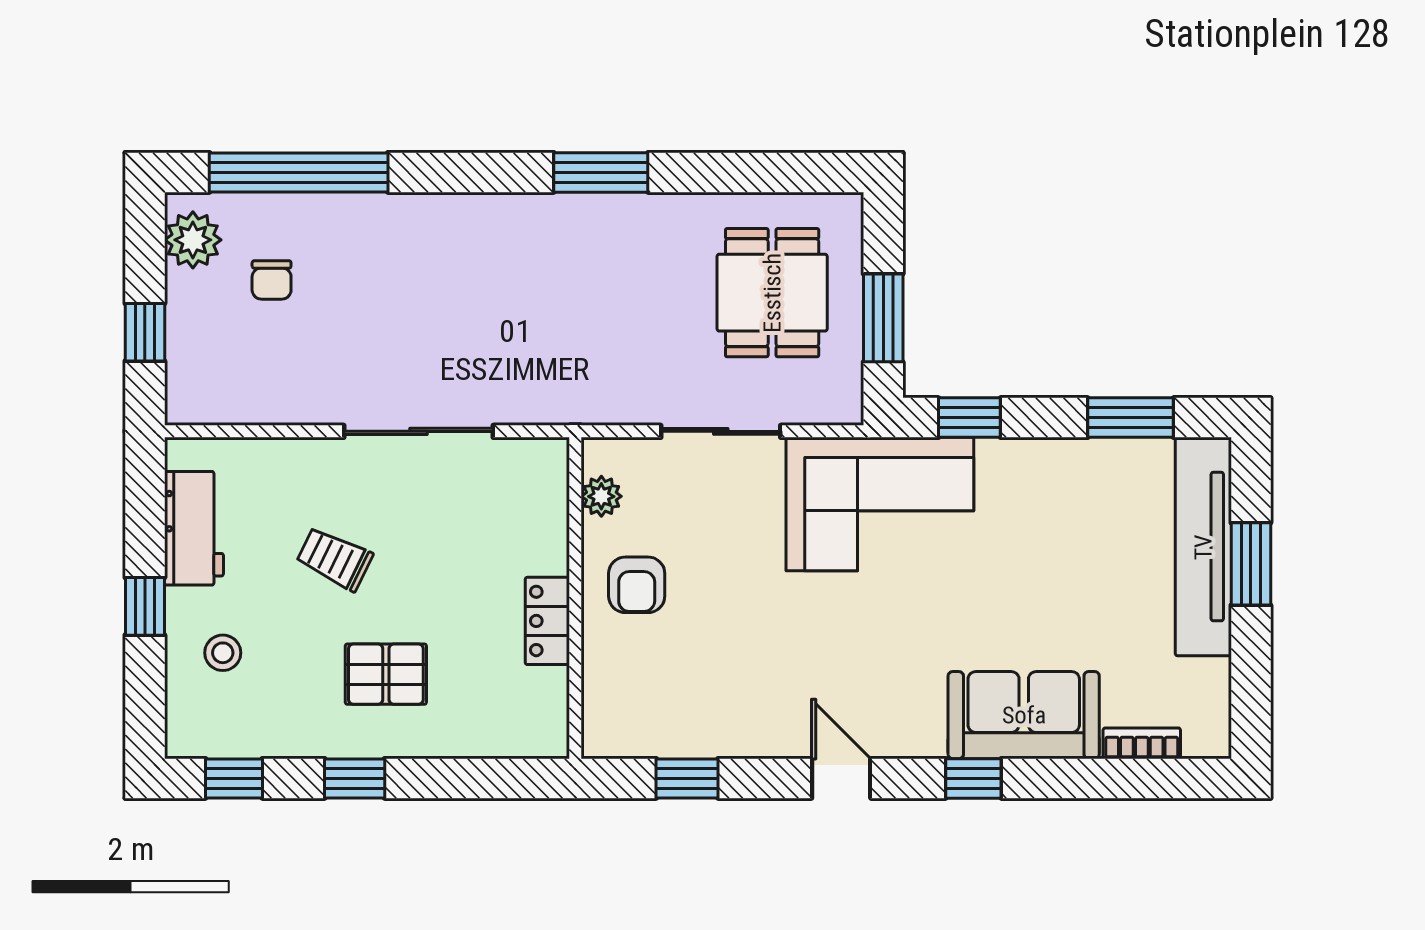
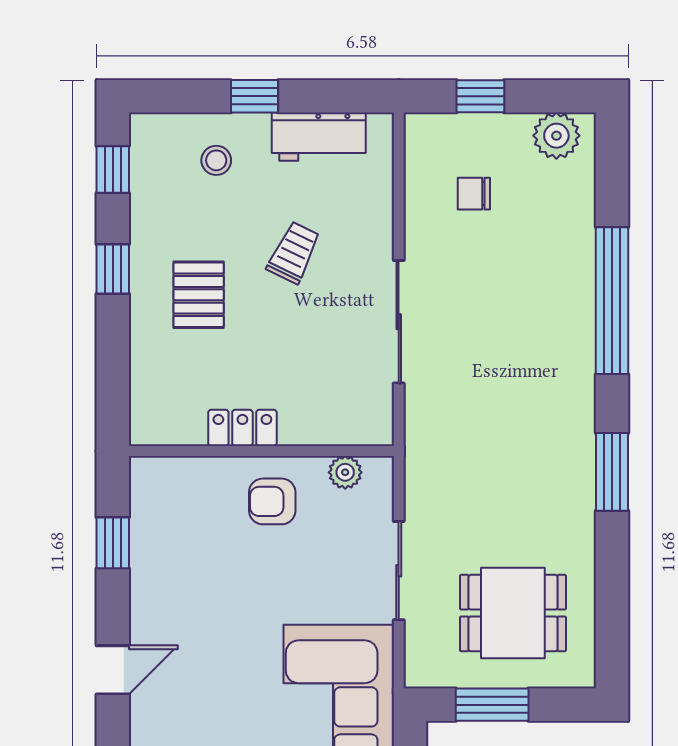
window: (299, 172) -> (612, 301), moved
chair: (272, 280) -> (474, 194), moved

